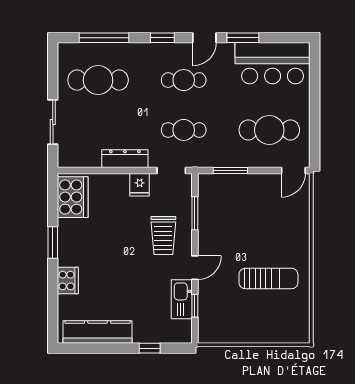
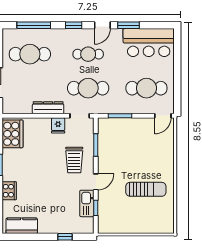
cafe table: (184, 130) -> (88, 88), width x1.37, depth x1.35
kitchen counter: (98, 332) -> (22, 226), width x0.67

